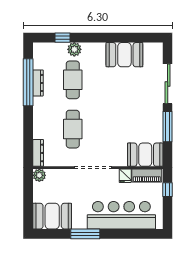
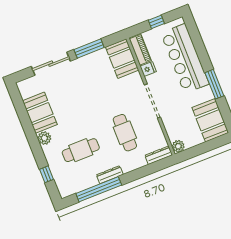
plant: (74, 49) -> (44, 138), moved
dresser: (38, 83) -> (110, 175), moved
cafe table: (73, 129) -> (125, 133), turned 90
window: (168, 190) -> (156, 22), moved

